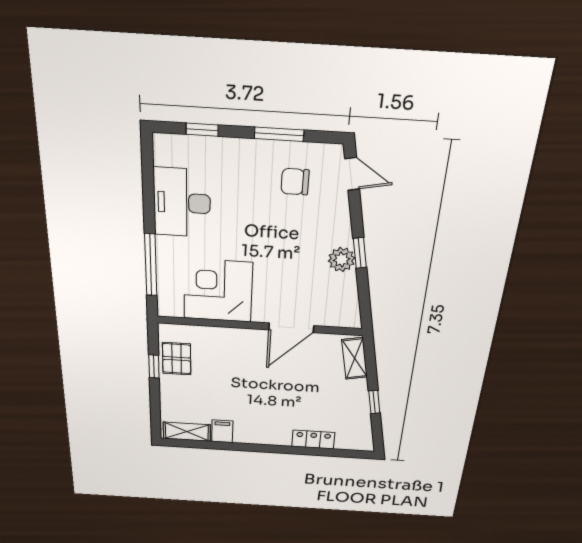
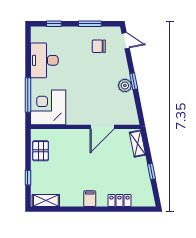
corner desk: (218, 291) -> (48, 107), moved
window: (154, 366) -> (28, 178), moved
filing cabinet: (222, 431) -> (90, 199), moved

